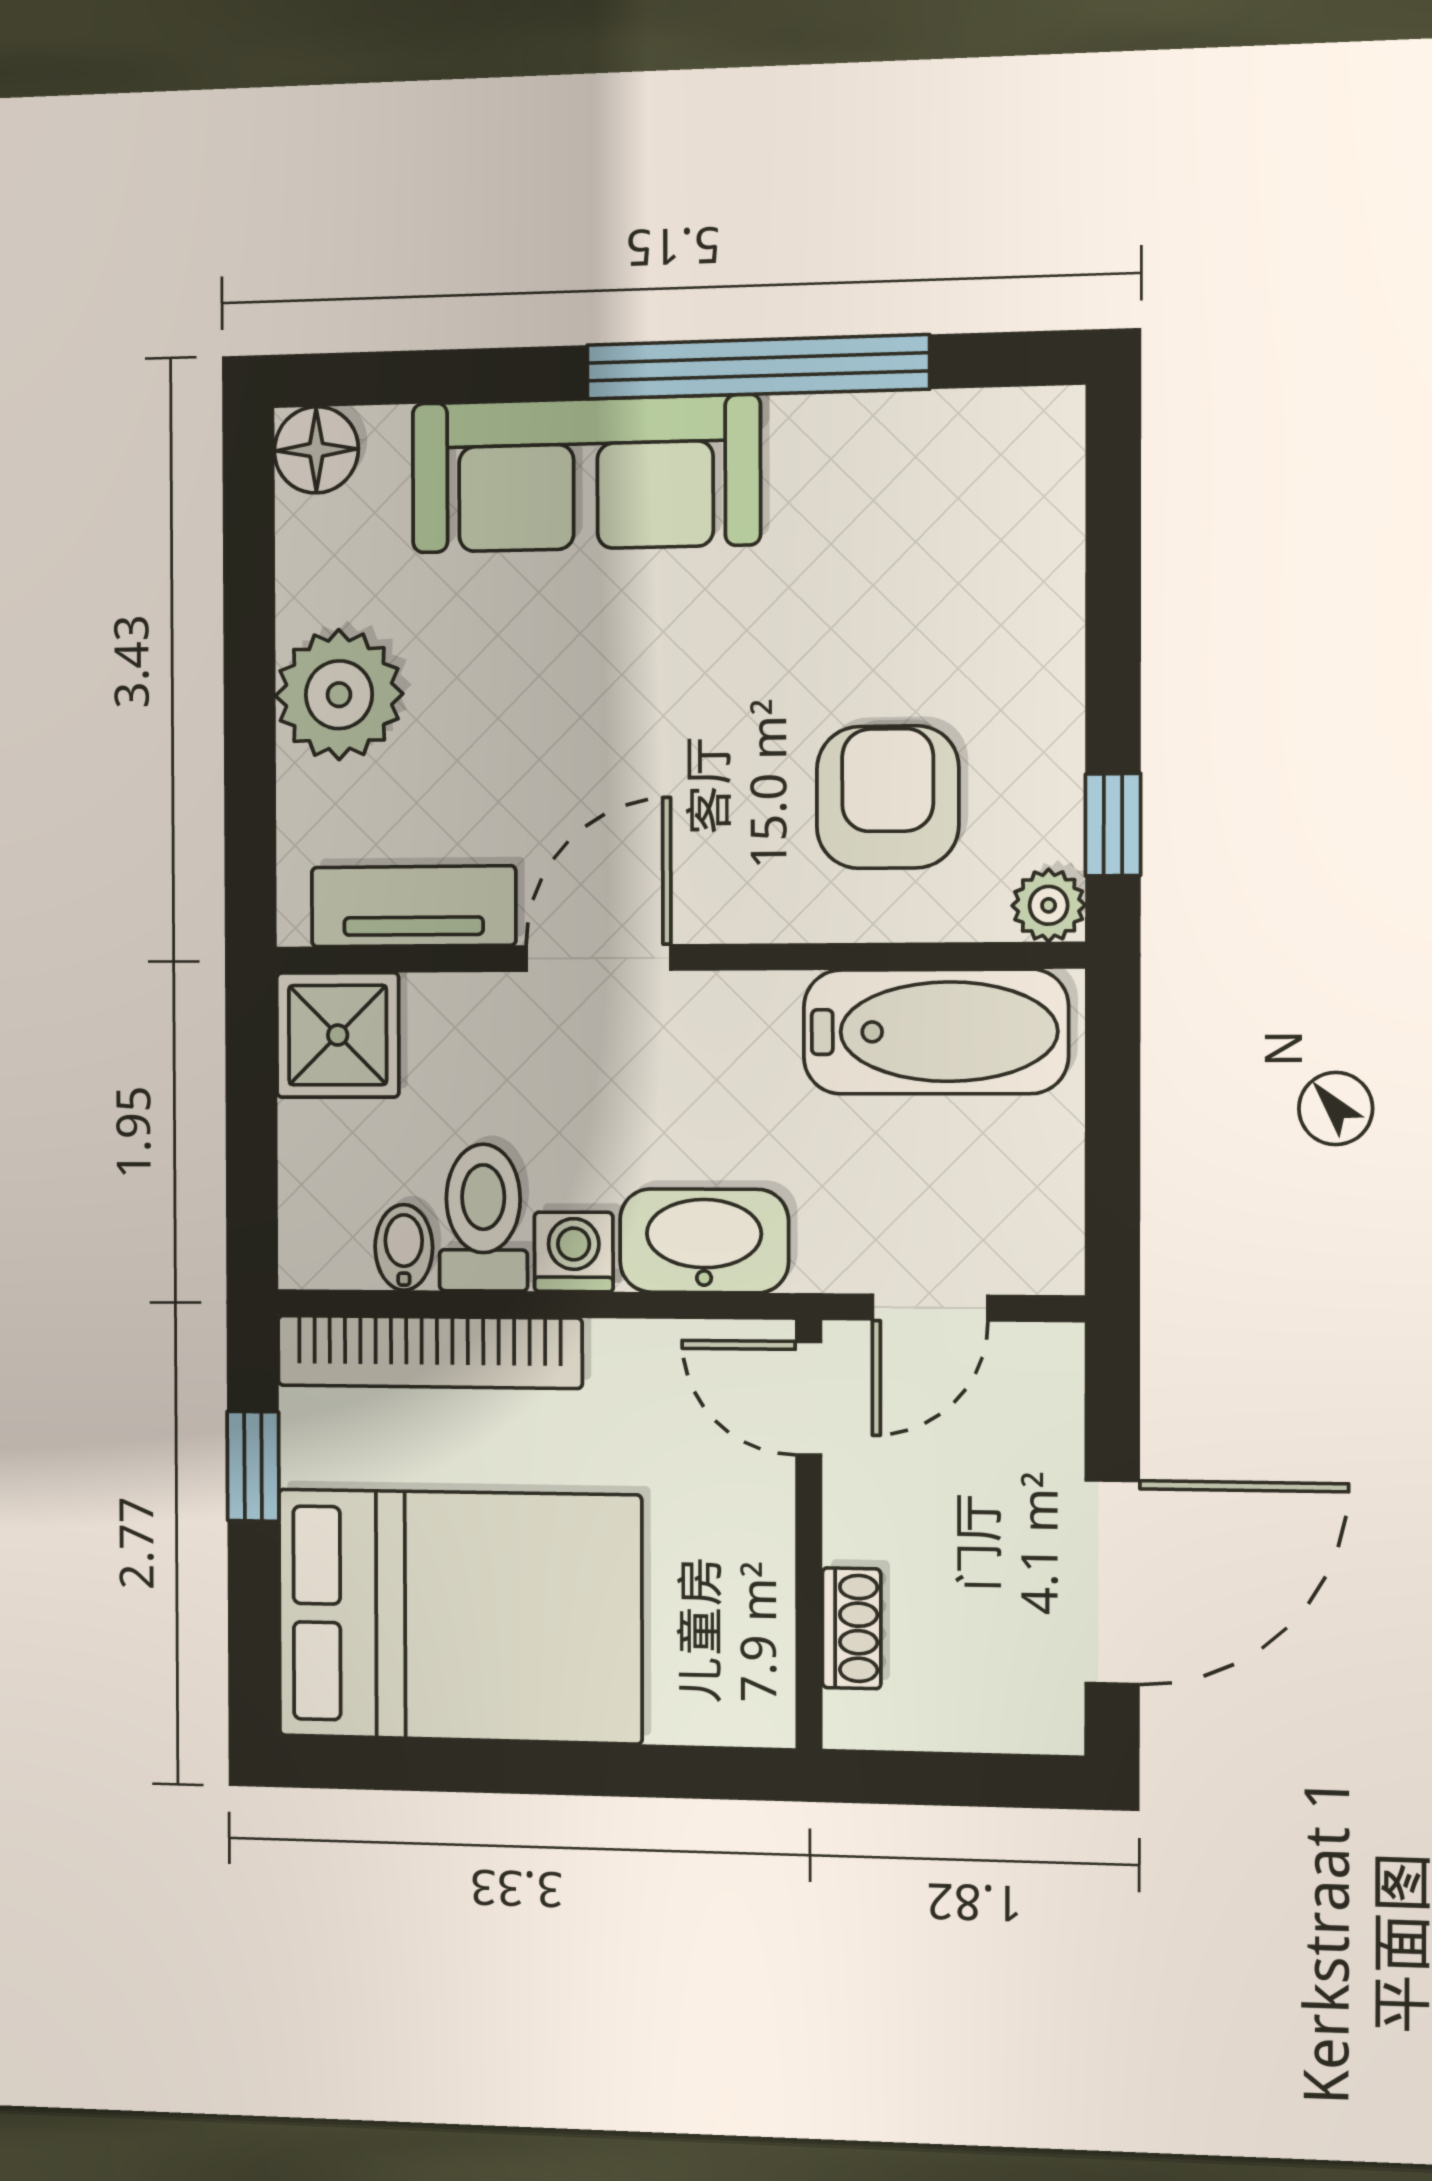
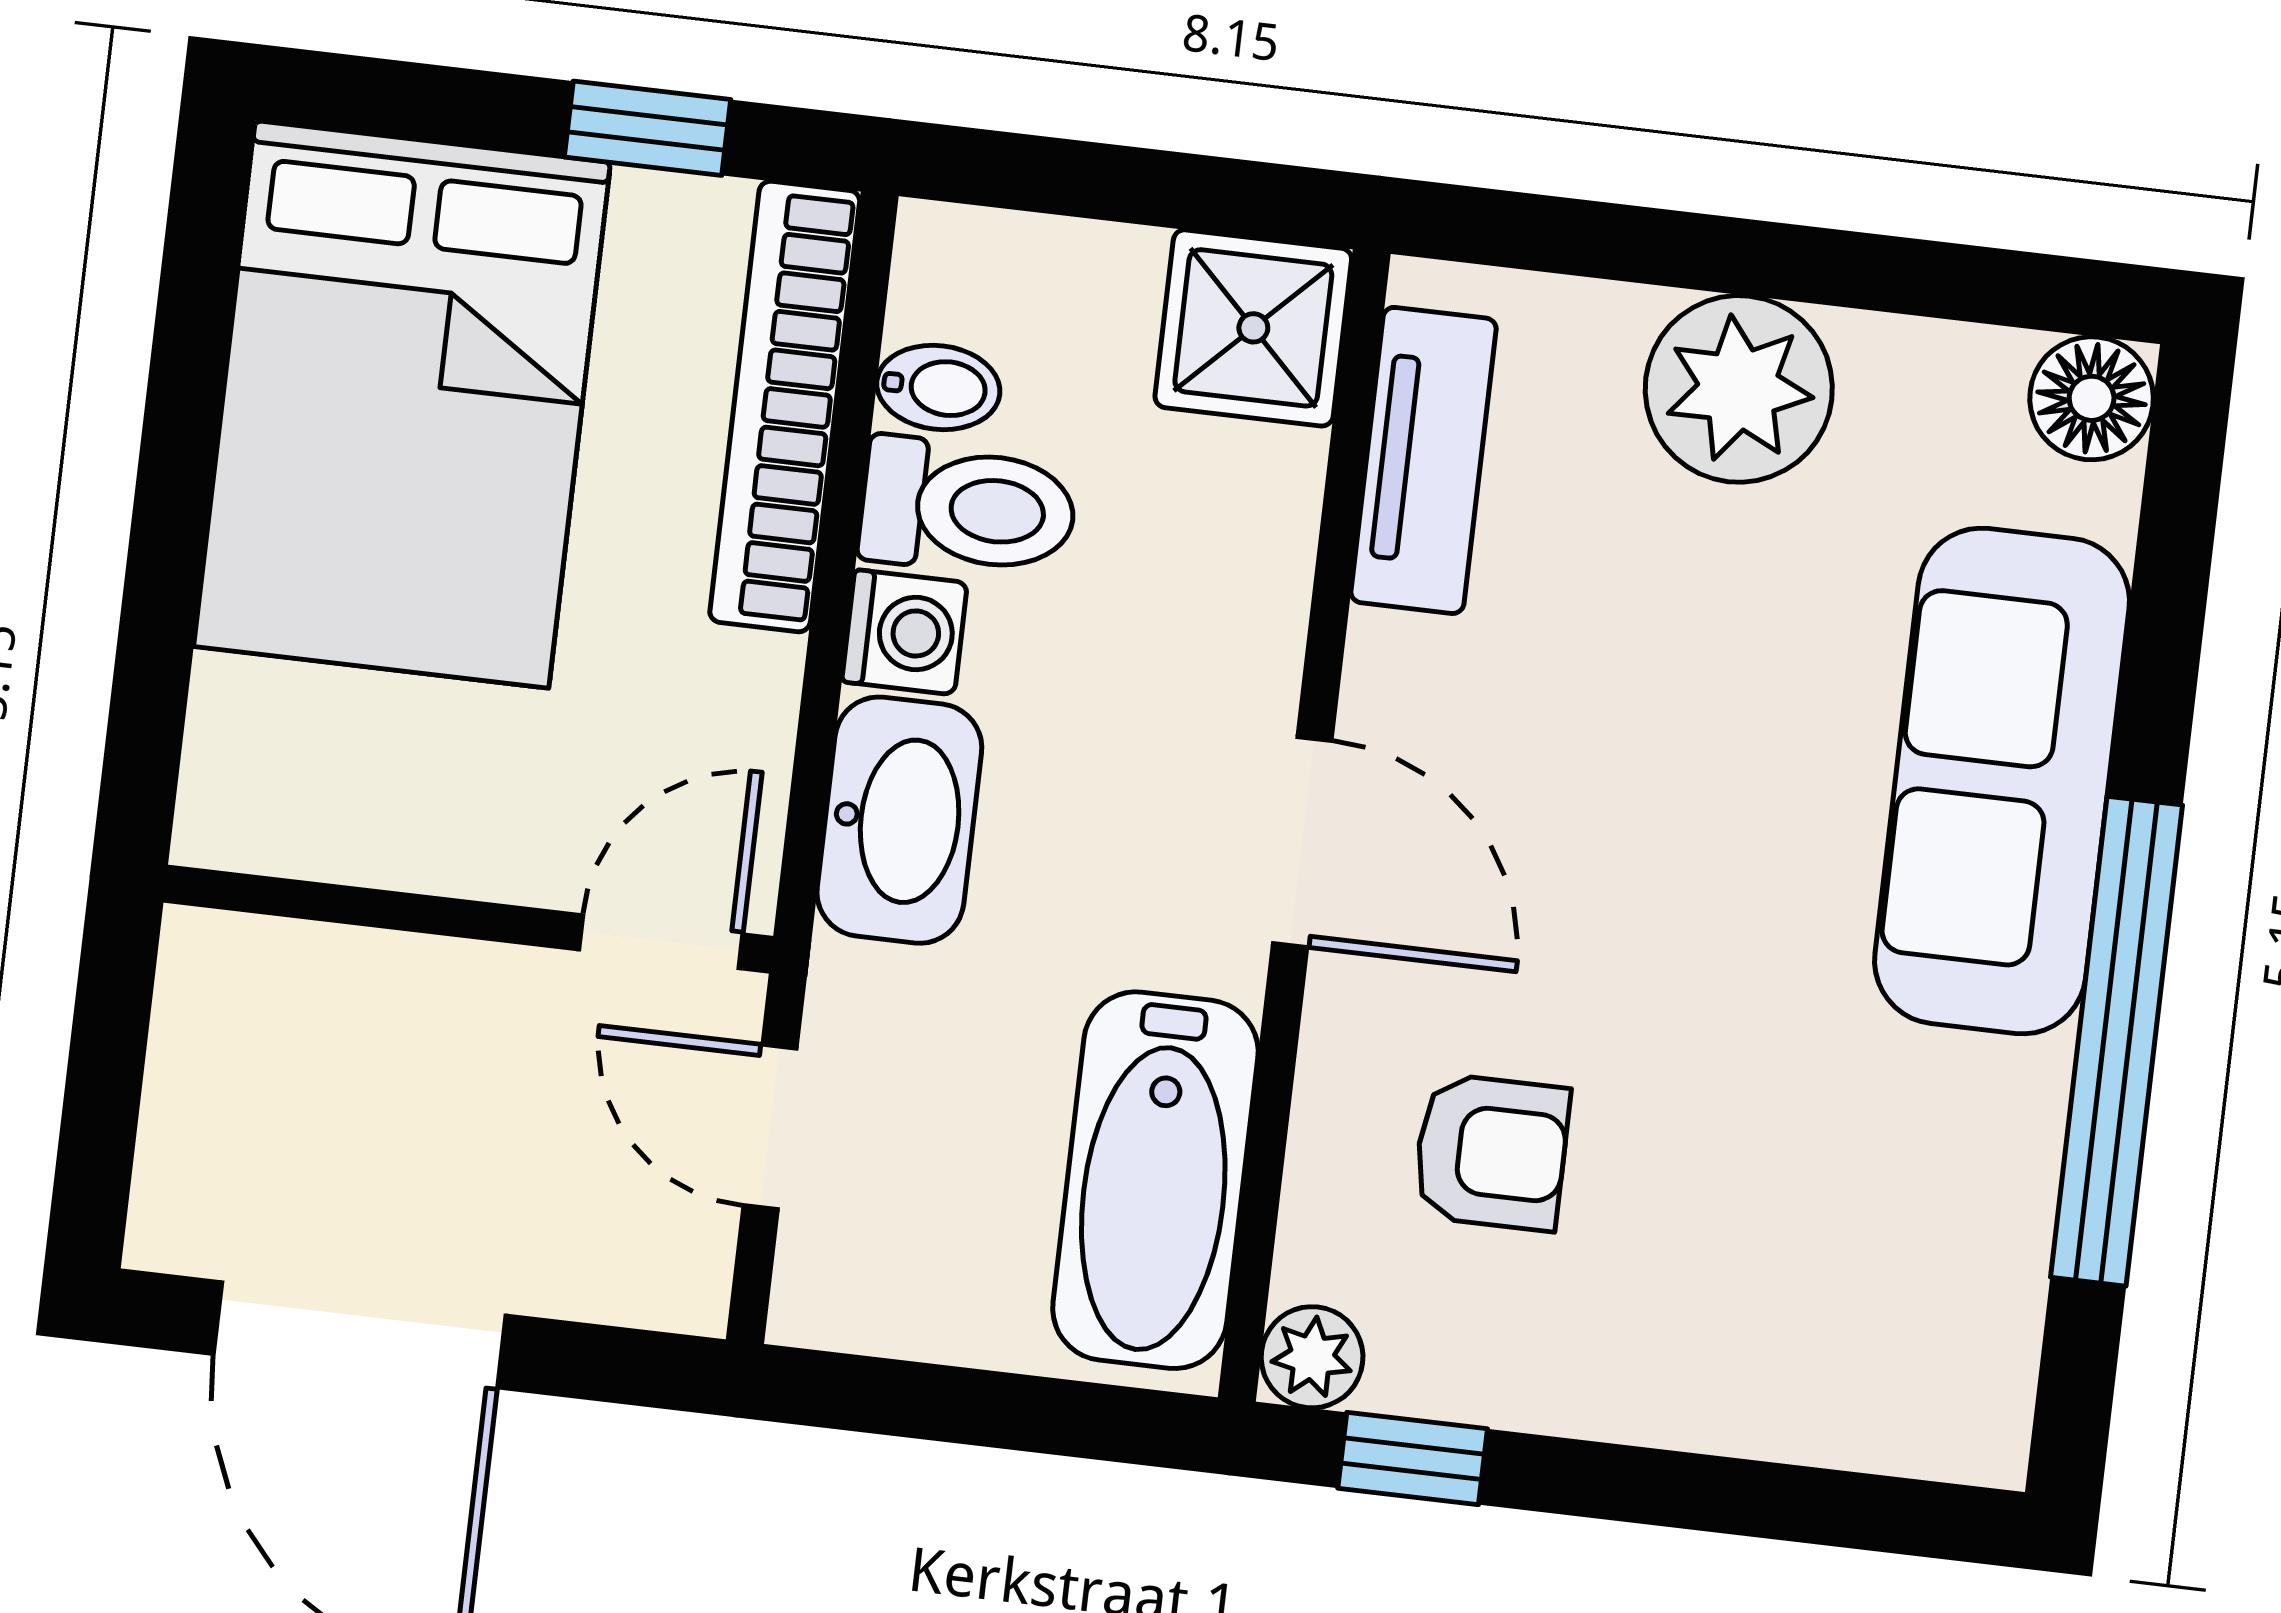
armchair: (888, 797) -> (1491, 1152), width x0.72, depth x0.72
door: (598, 958) -> (1302, 842), moved
shoe rack: (852, 1628) -> (330, 964), removed

